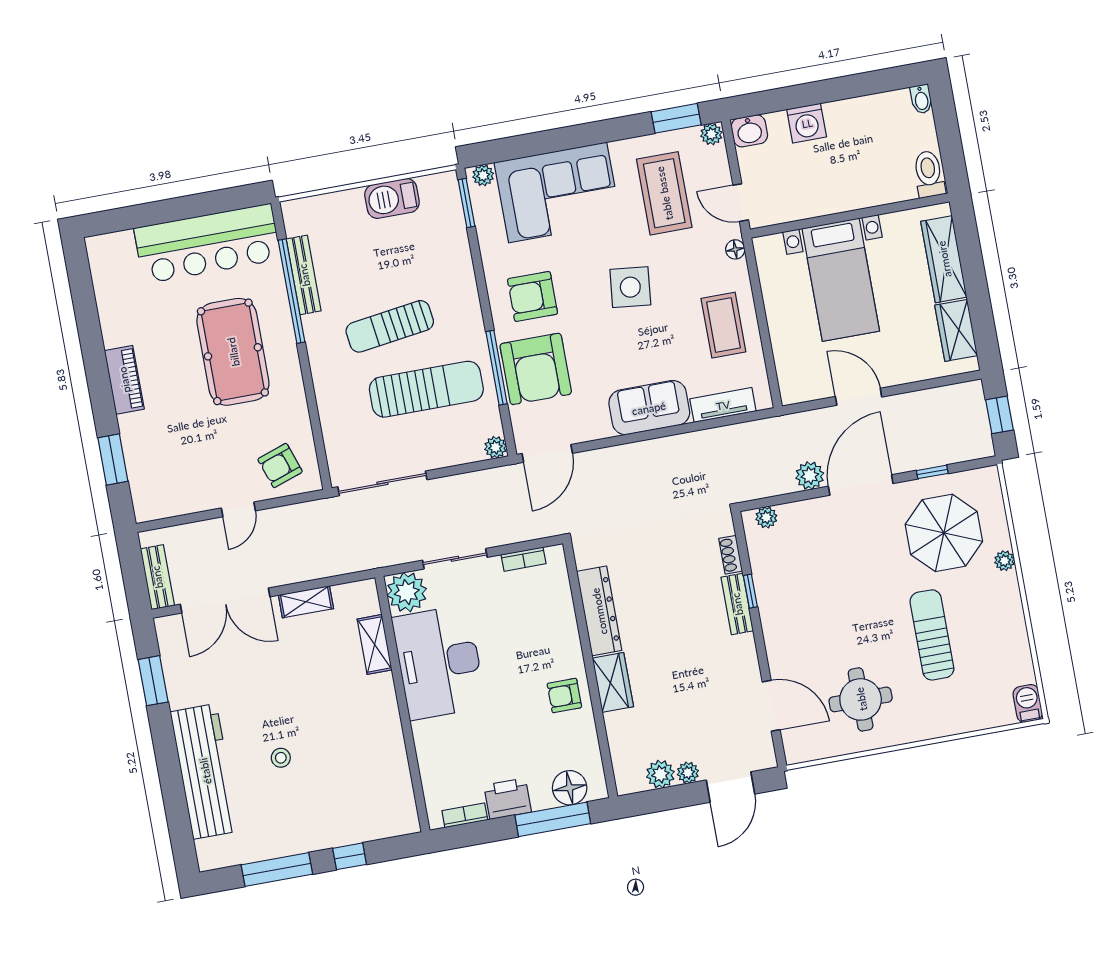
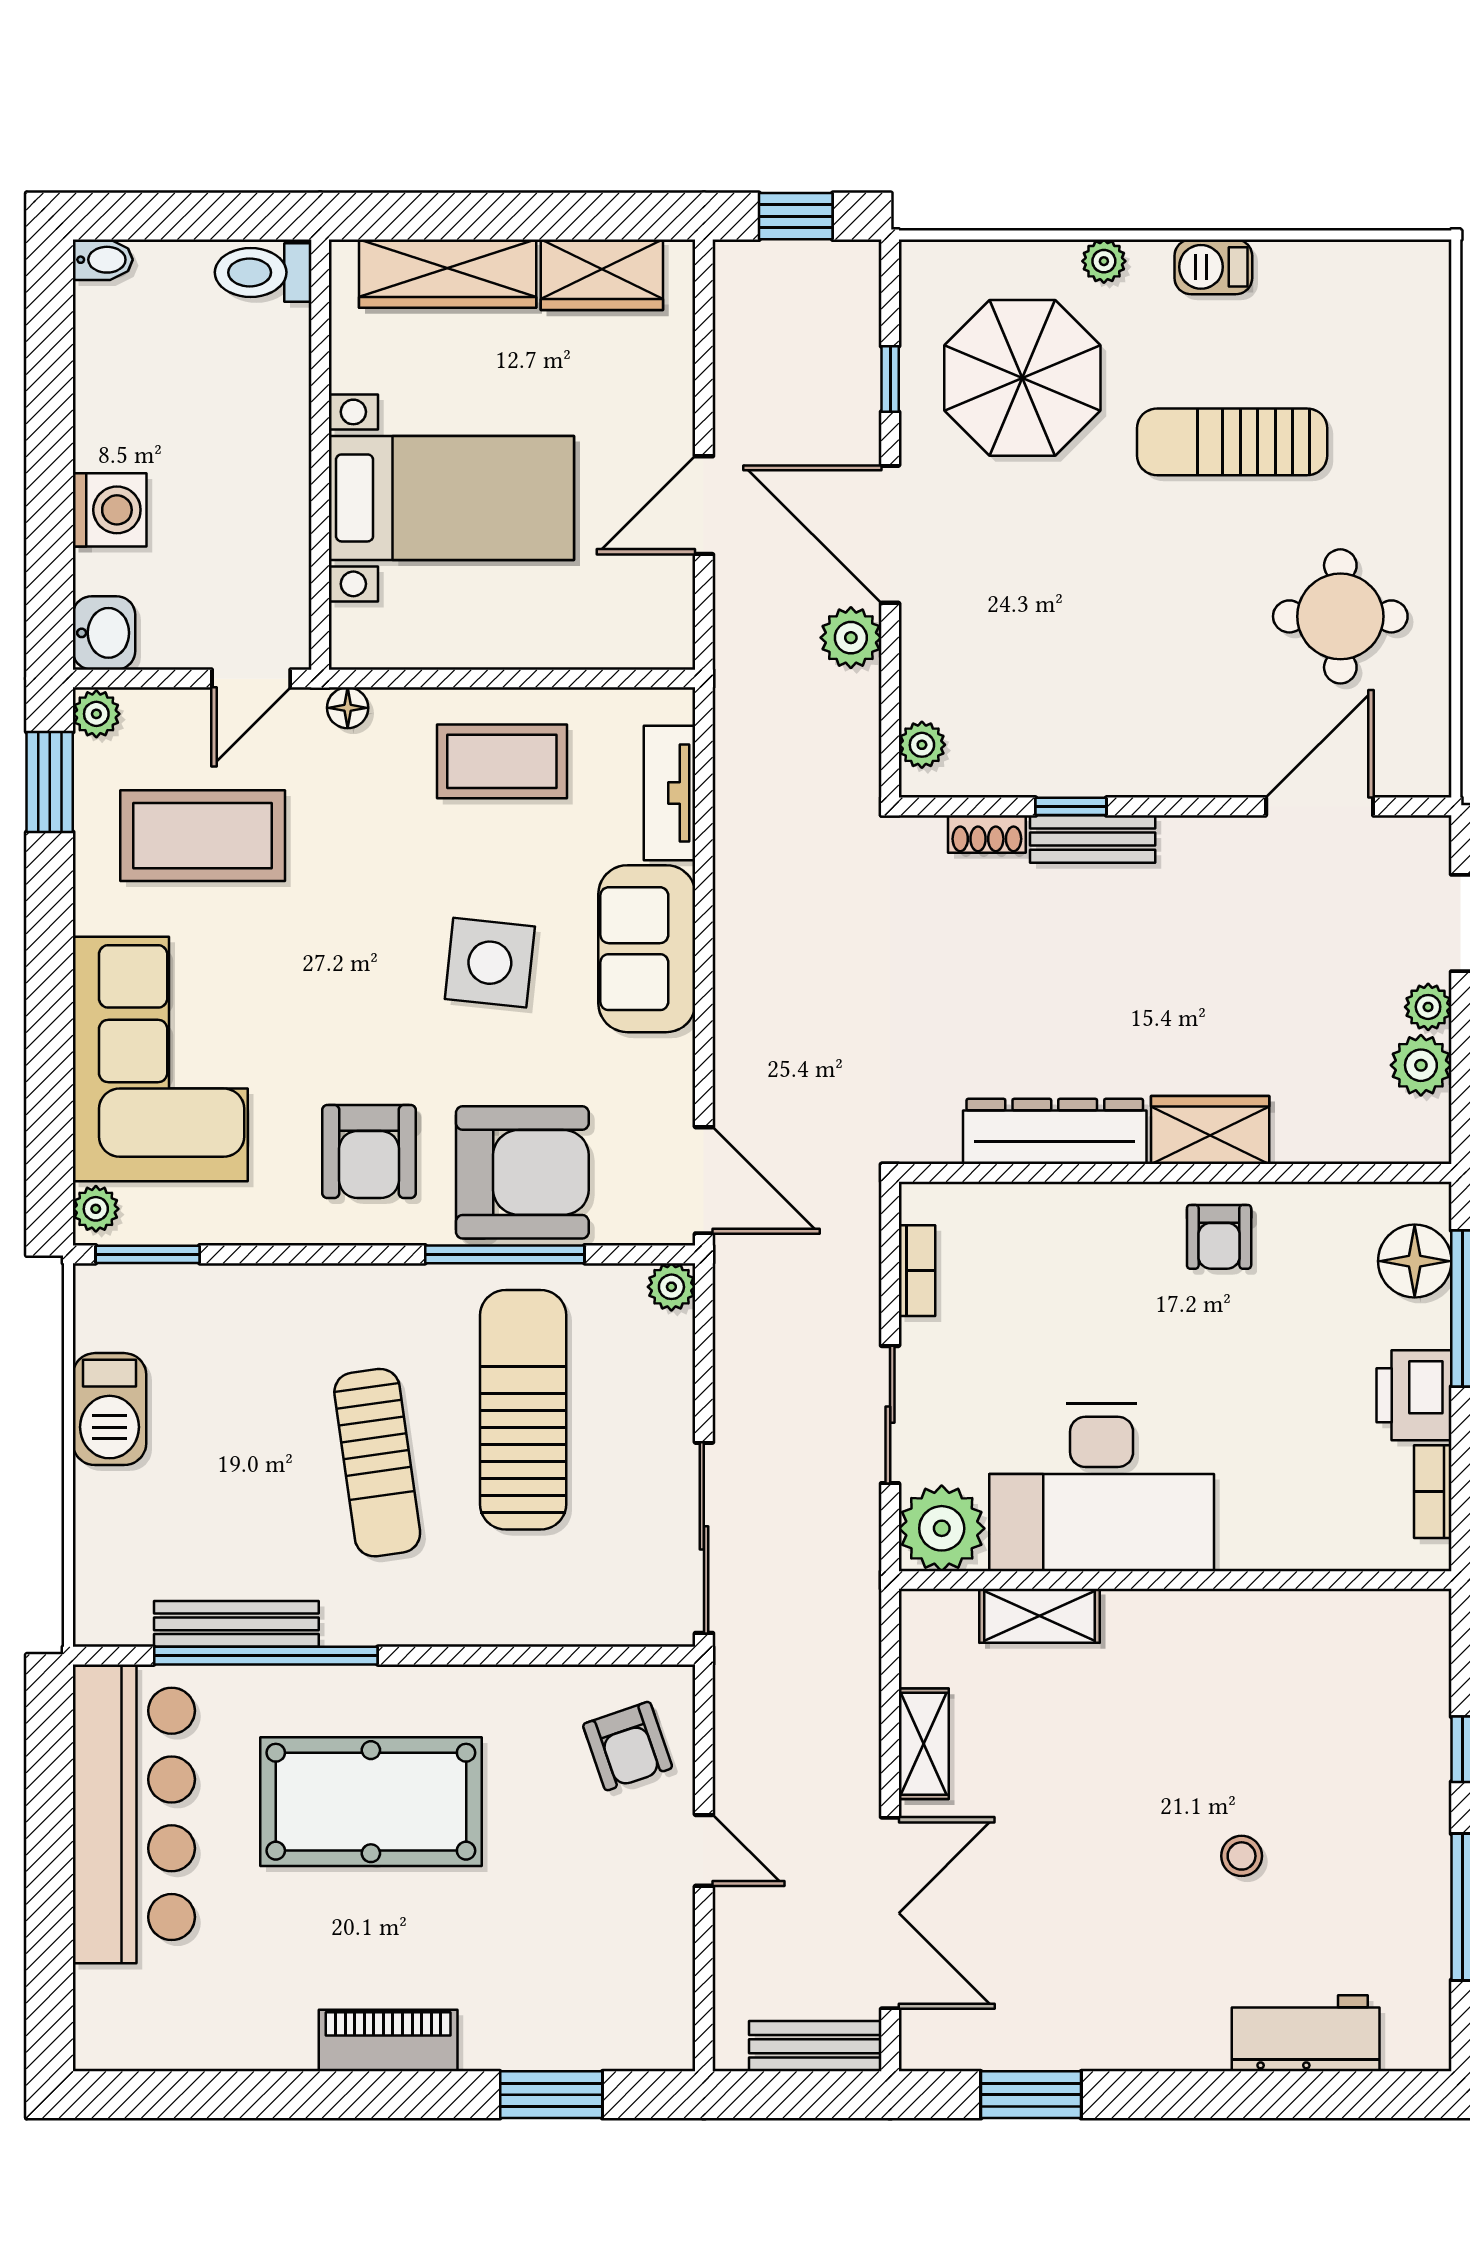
side table: (630, 287) -> (490, 963), moved
barbecue: (1028, 703) -> (1213, 267), moved
workbench: (205, 771) -> (1306, 2033), width x0.53, depth x0.76

